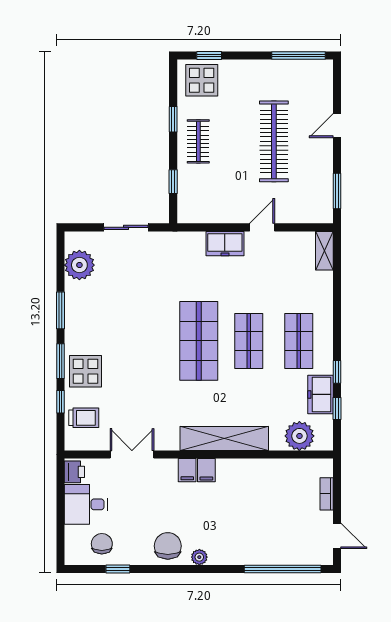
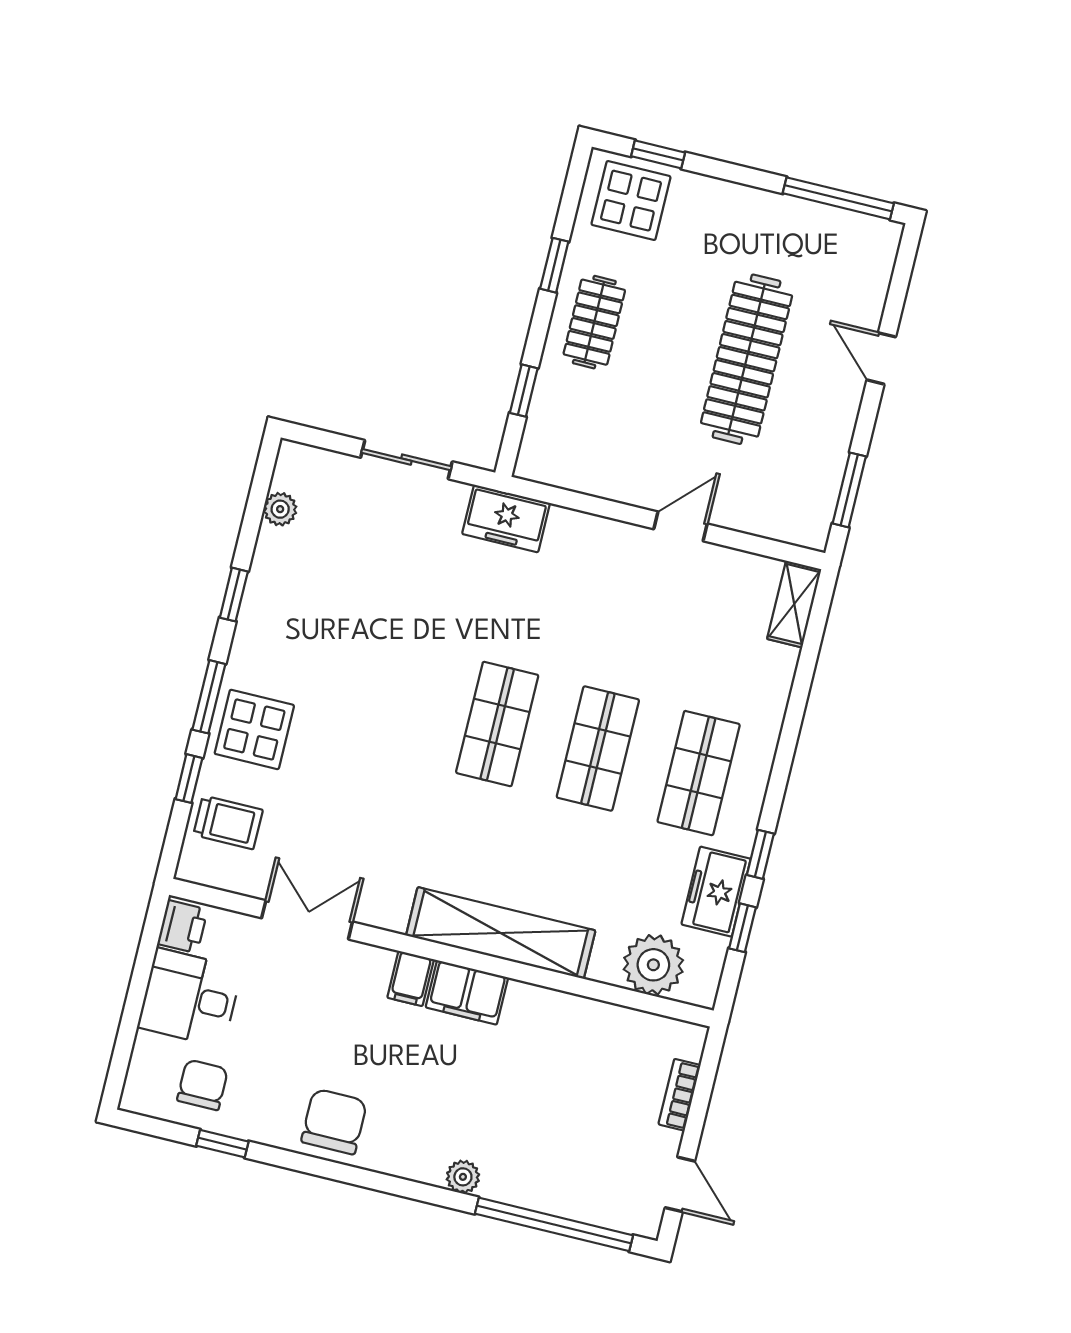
door: (337, 126) -> (881, 358), hinge flipped
freezer: (225, 244) -> (506, 518), moved
plant: (79, 265) -> (280, 509), width x0.53, depth x0.53
window: (60, 310) -> (234, 595), width x0.67
shop shelf: (199, 341) -> (497, 724), width x0.70, depth x0.74
filing cabinet: (206, 470) -> (467, 992), width x2.00
plant: (199, 557) -> (463, 1177), moved

